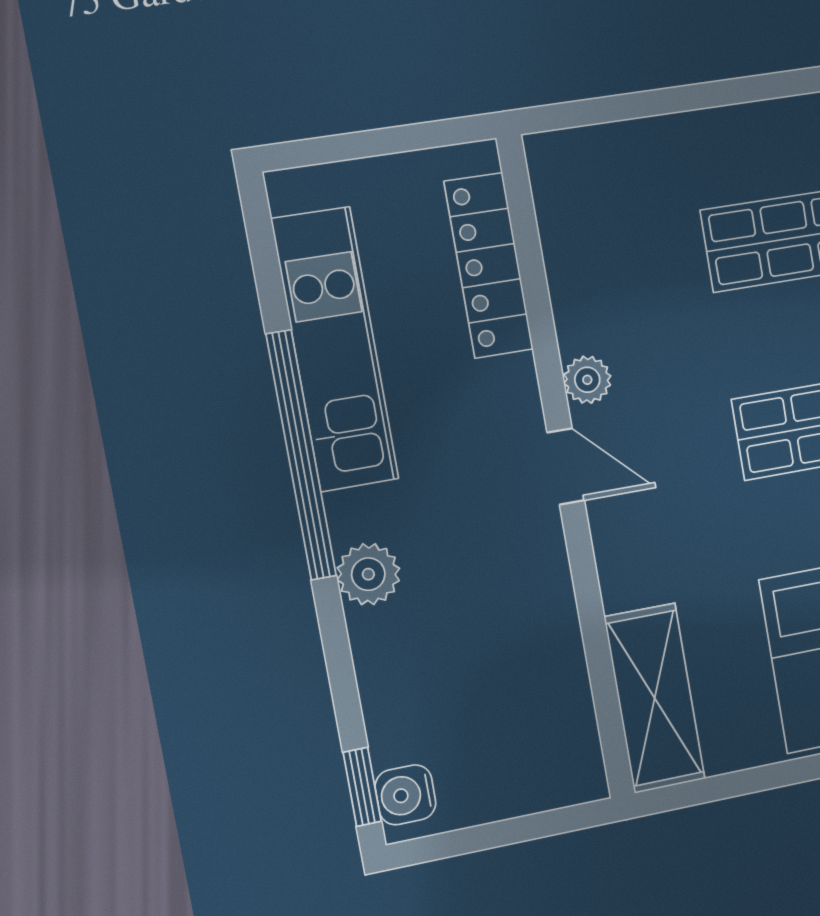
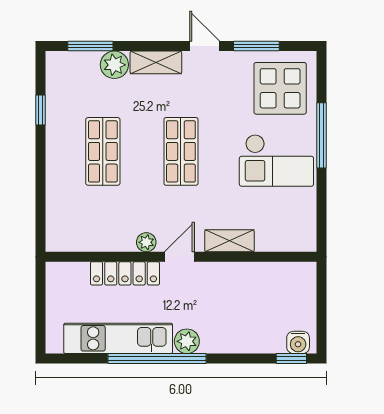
locker: (489, 266) -> (125, 273), moved
plant: (368, 574) -> (187, 341), moved
shelving: (655, 698) -> (229, 241), moved, width x0.67, depth x0.75

